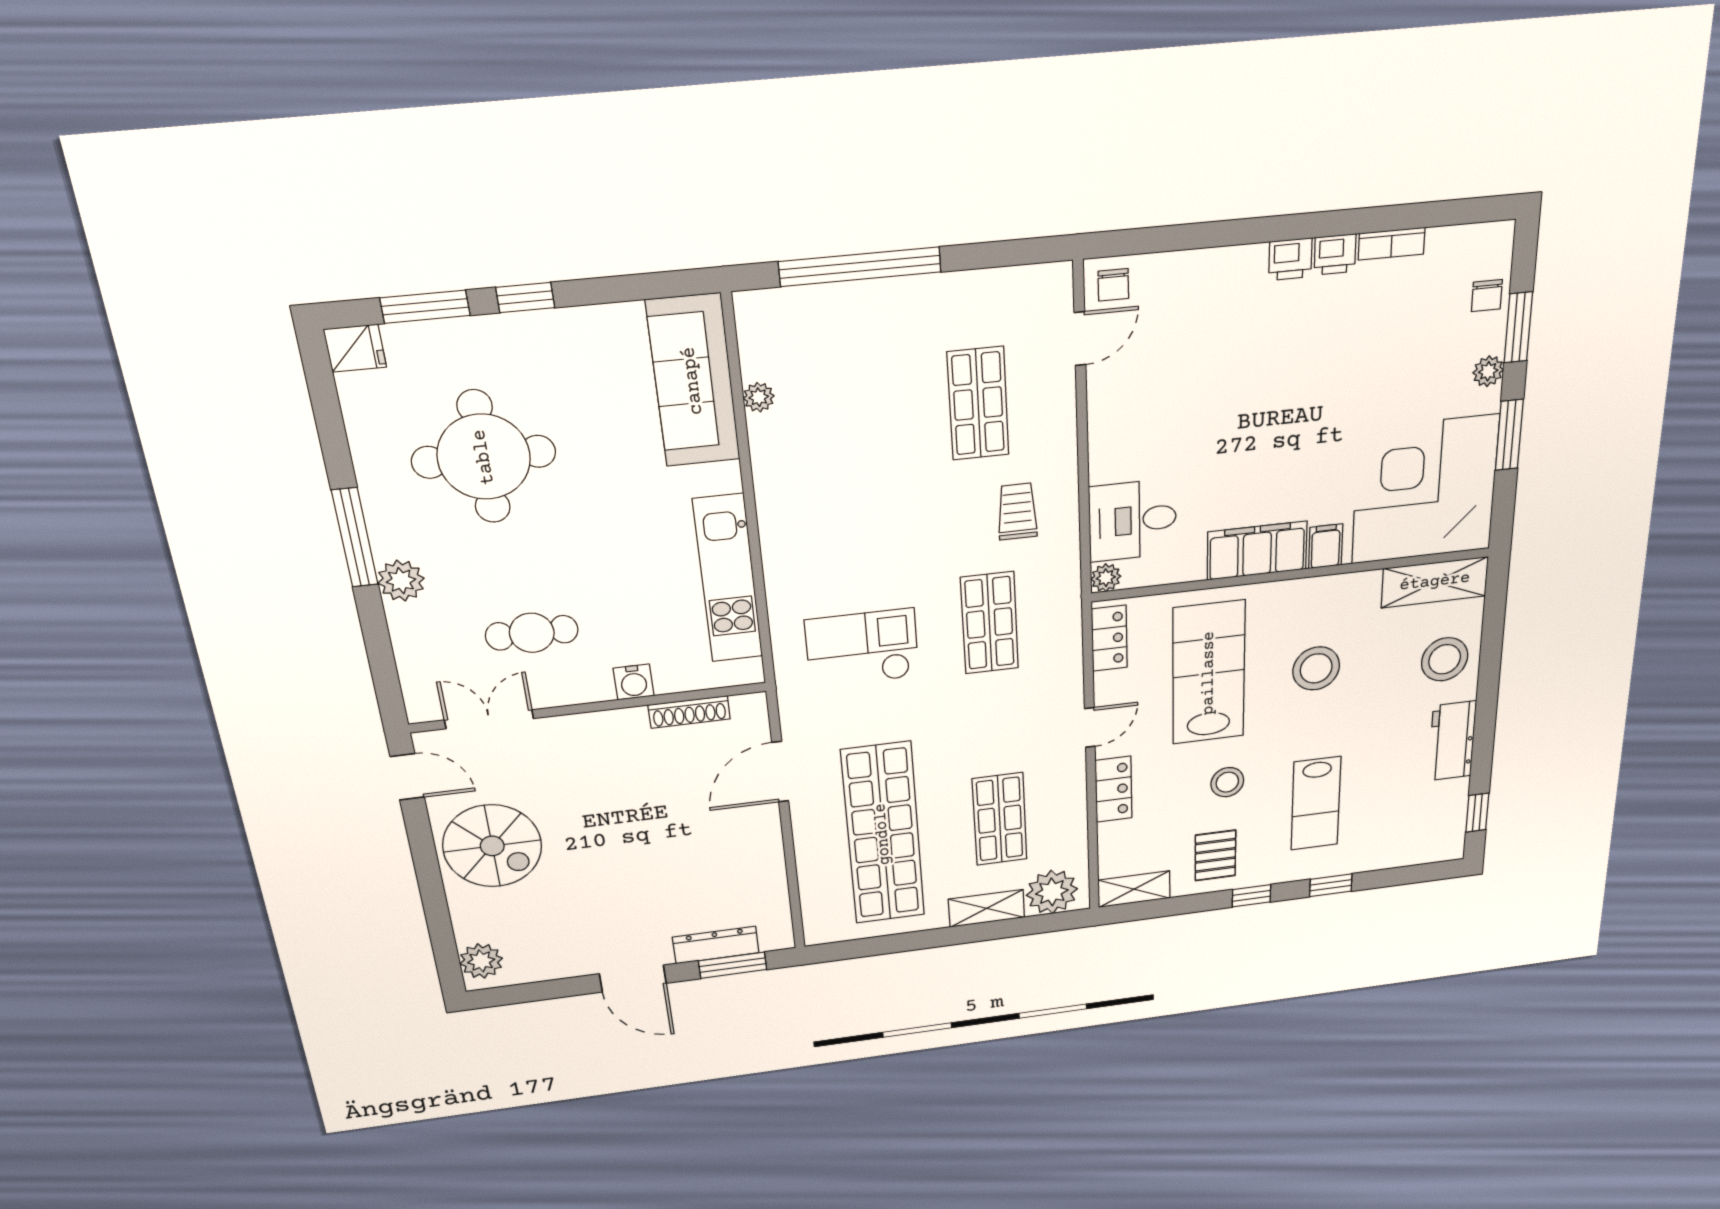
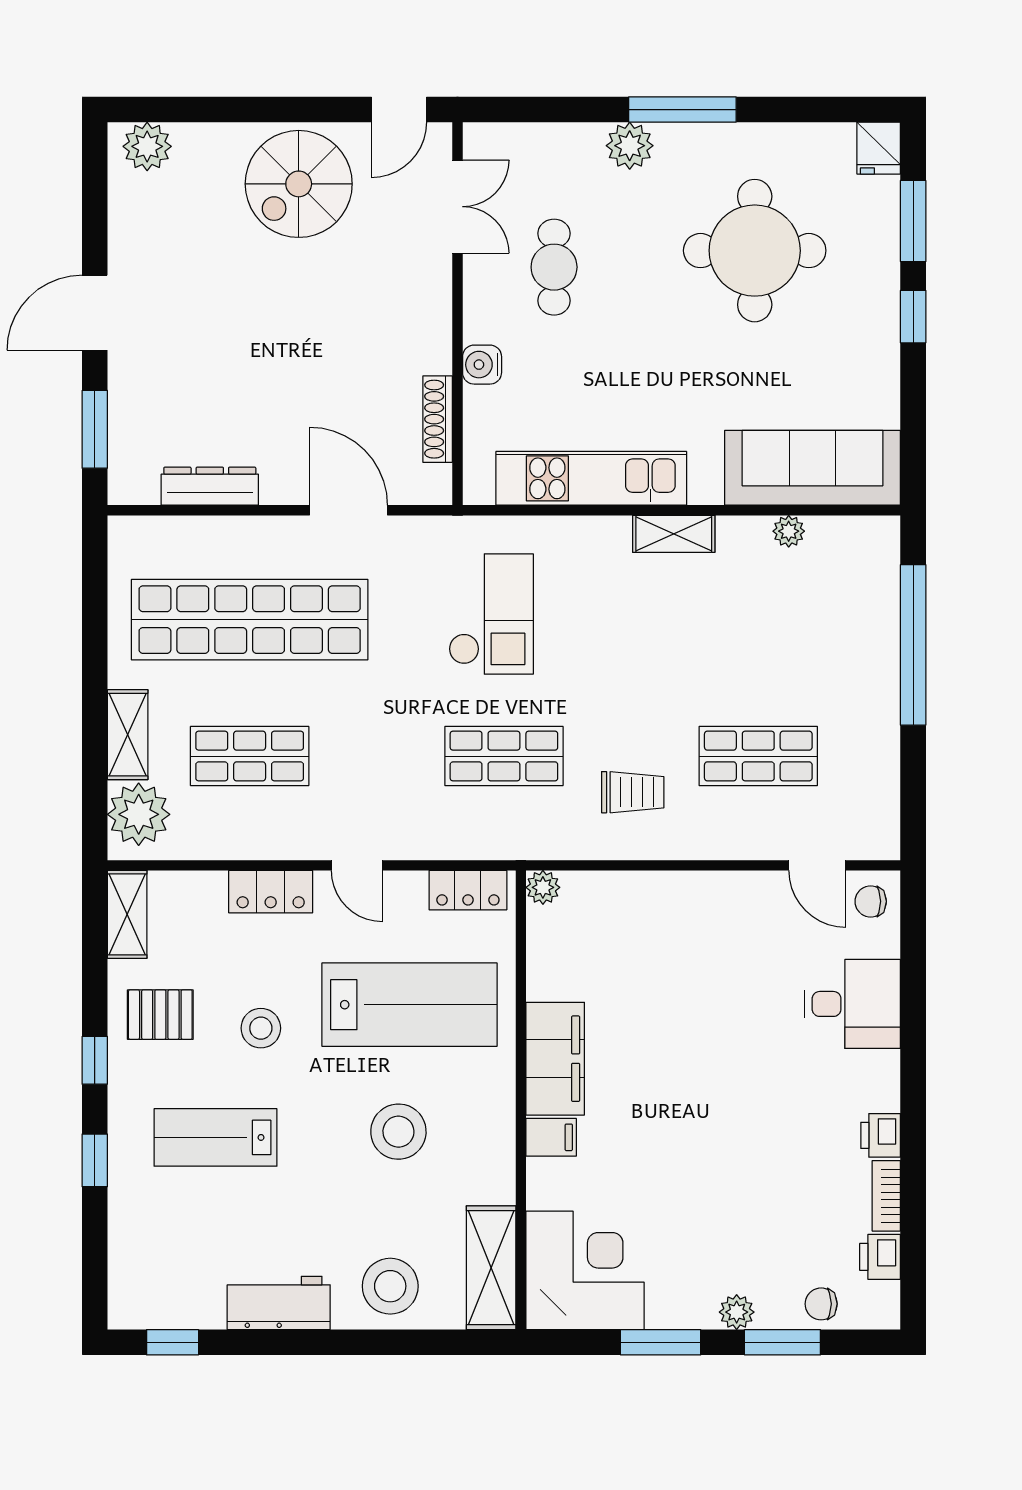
printer: (1290, 259) -> (880, 1257), moved
corner desk: (1425, 490) -> (585, 1270), width x0.74, depth x0.74
shelving: (772, 501) -> (674, 534), added
desk: (1133, 520) -> (852, 1004), moved, turned 90
dresser: (716, 945) -> (210, 486), moved, turned -90

